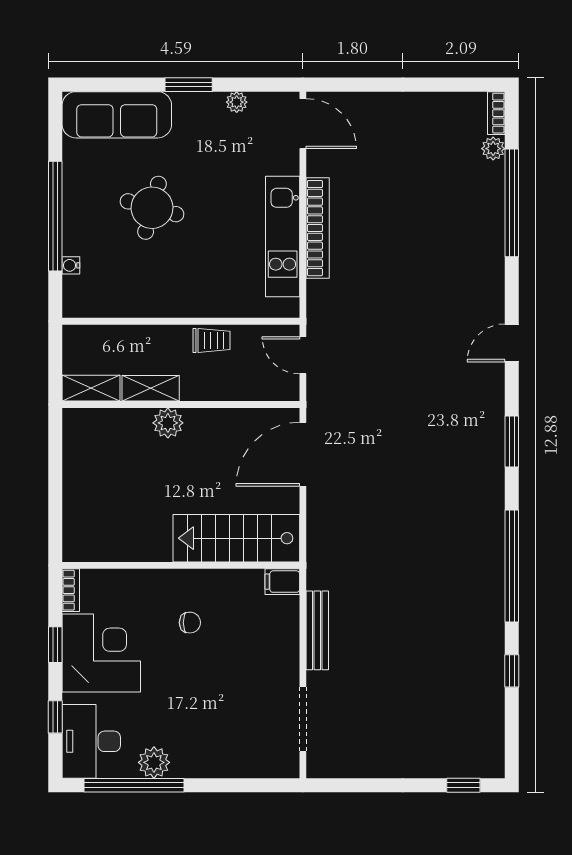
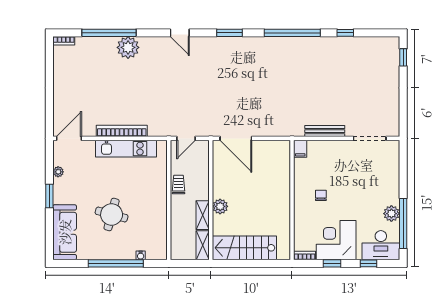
plant: (493, 149) -> (128, 47), moved, width x1.87, depth x1.87
stairs: (236, 538) -> (244, 248), moved, turned 90

